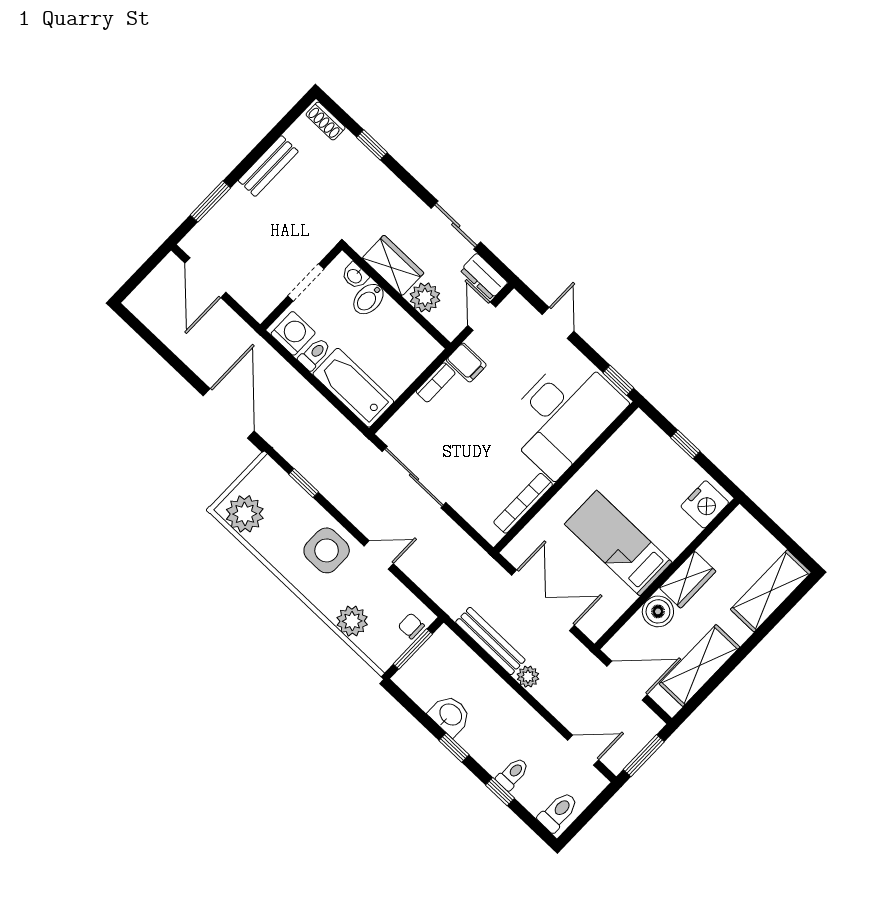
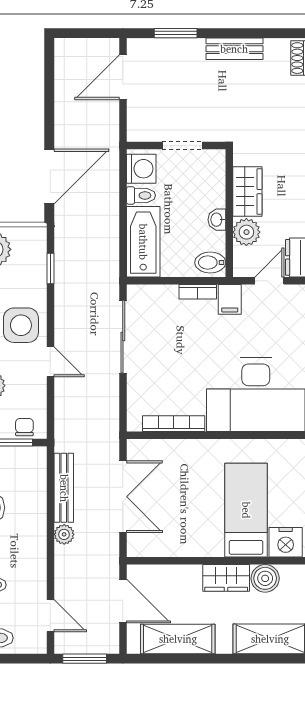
washbasin: (355, 276) -> (217, 220), moved
bidet: (368, 299) -> (210, 263), moved
bed: (618, 543) -> (246, 510), moved
boiler: (658, 611) -> (265, 578), moved

